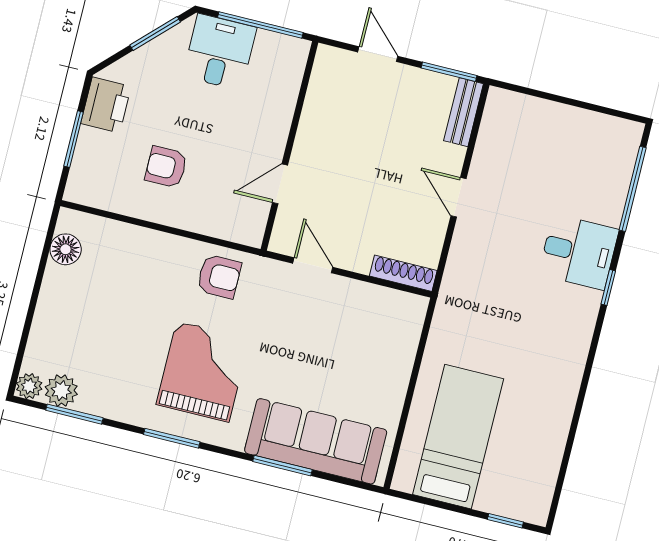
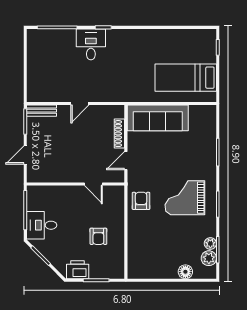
floor lamp: (66, 249) -> (185, 272), moved
shoe rack: (403, 273) -> (119, 134), moved
plant: (29, 386) -> (210, 244), moved
sofa: (316, 441) -> (158, 118), moved, turned -90

